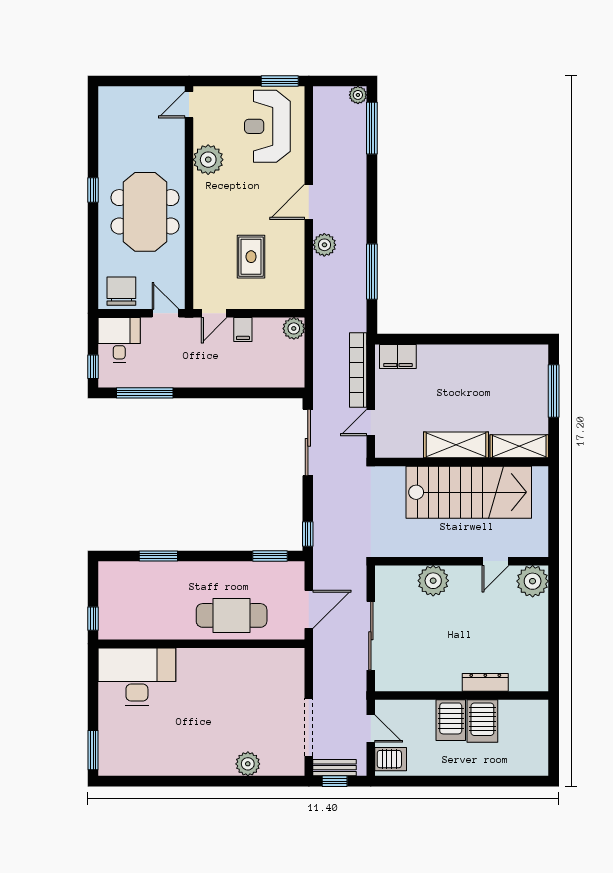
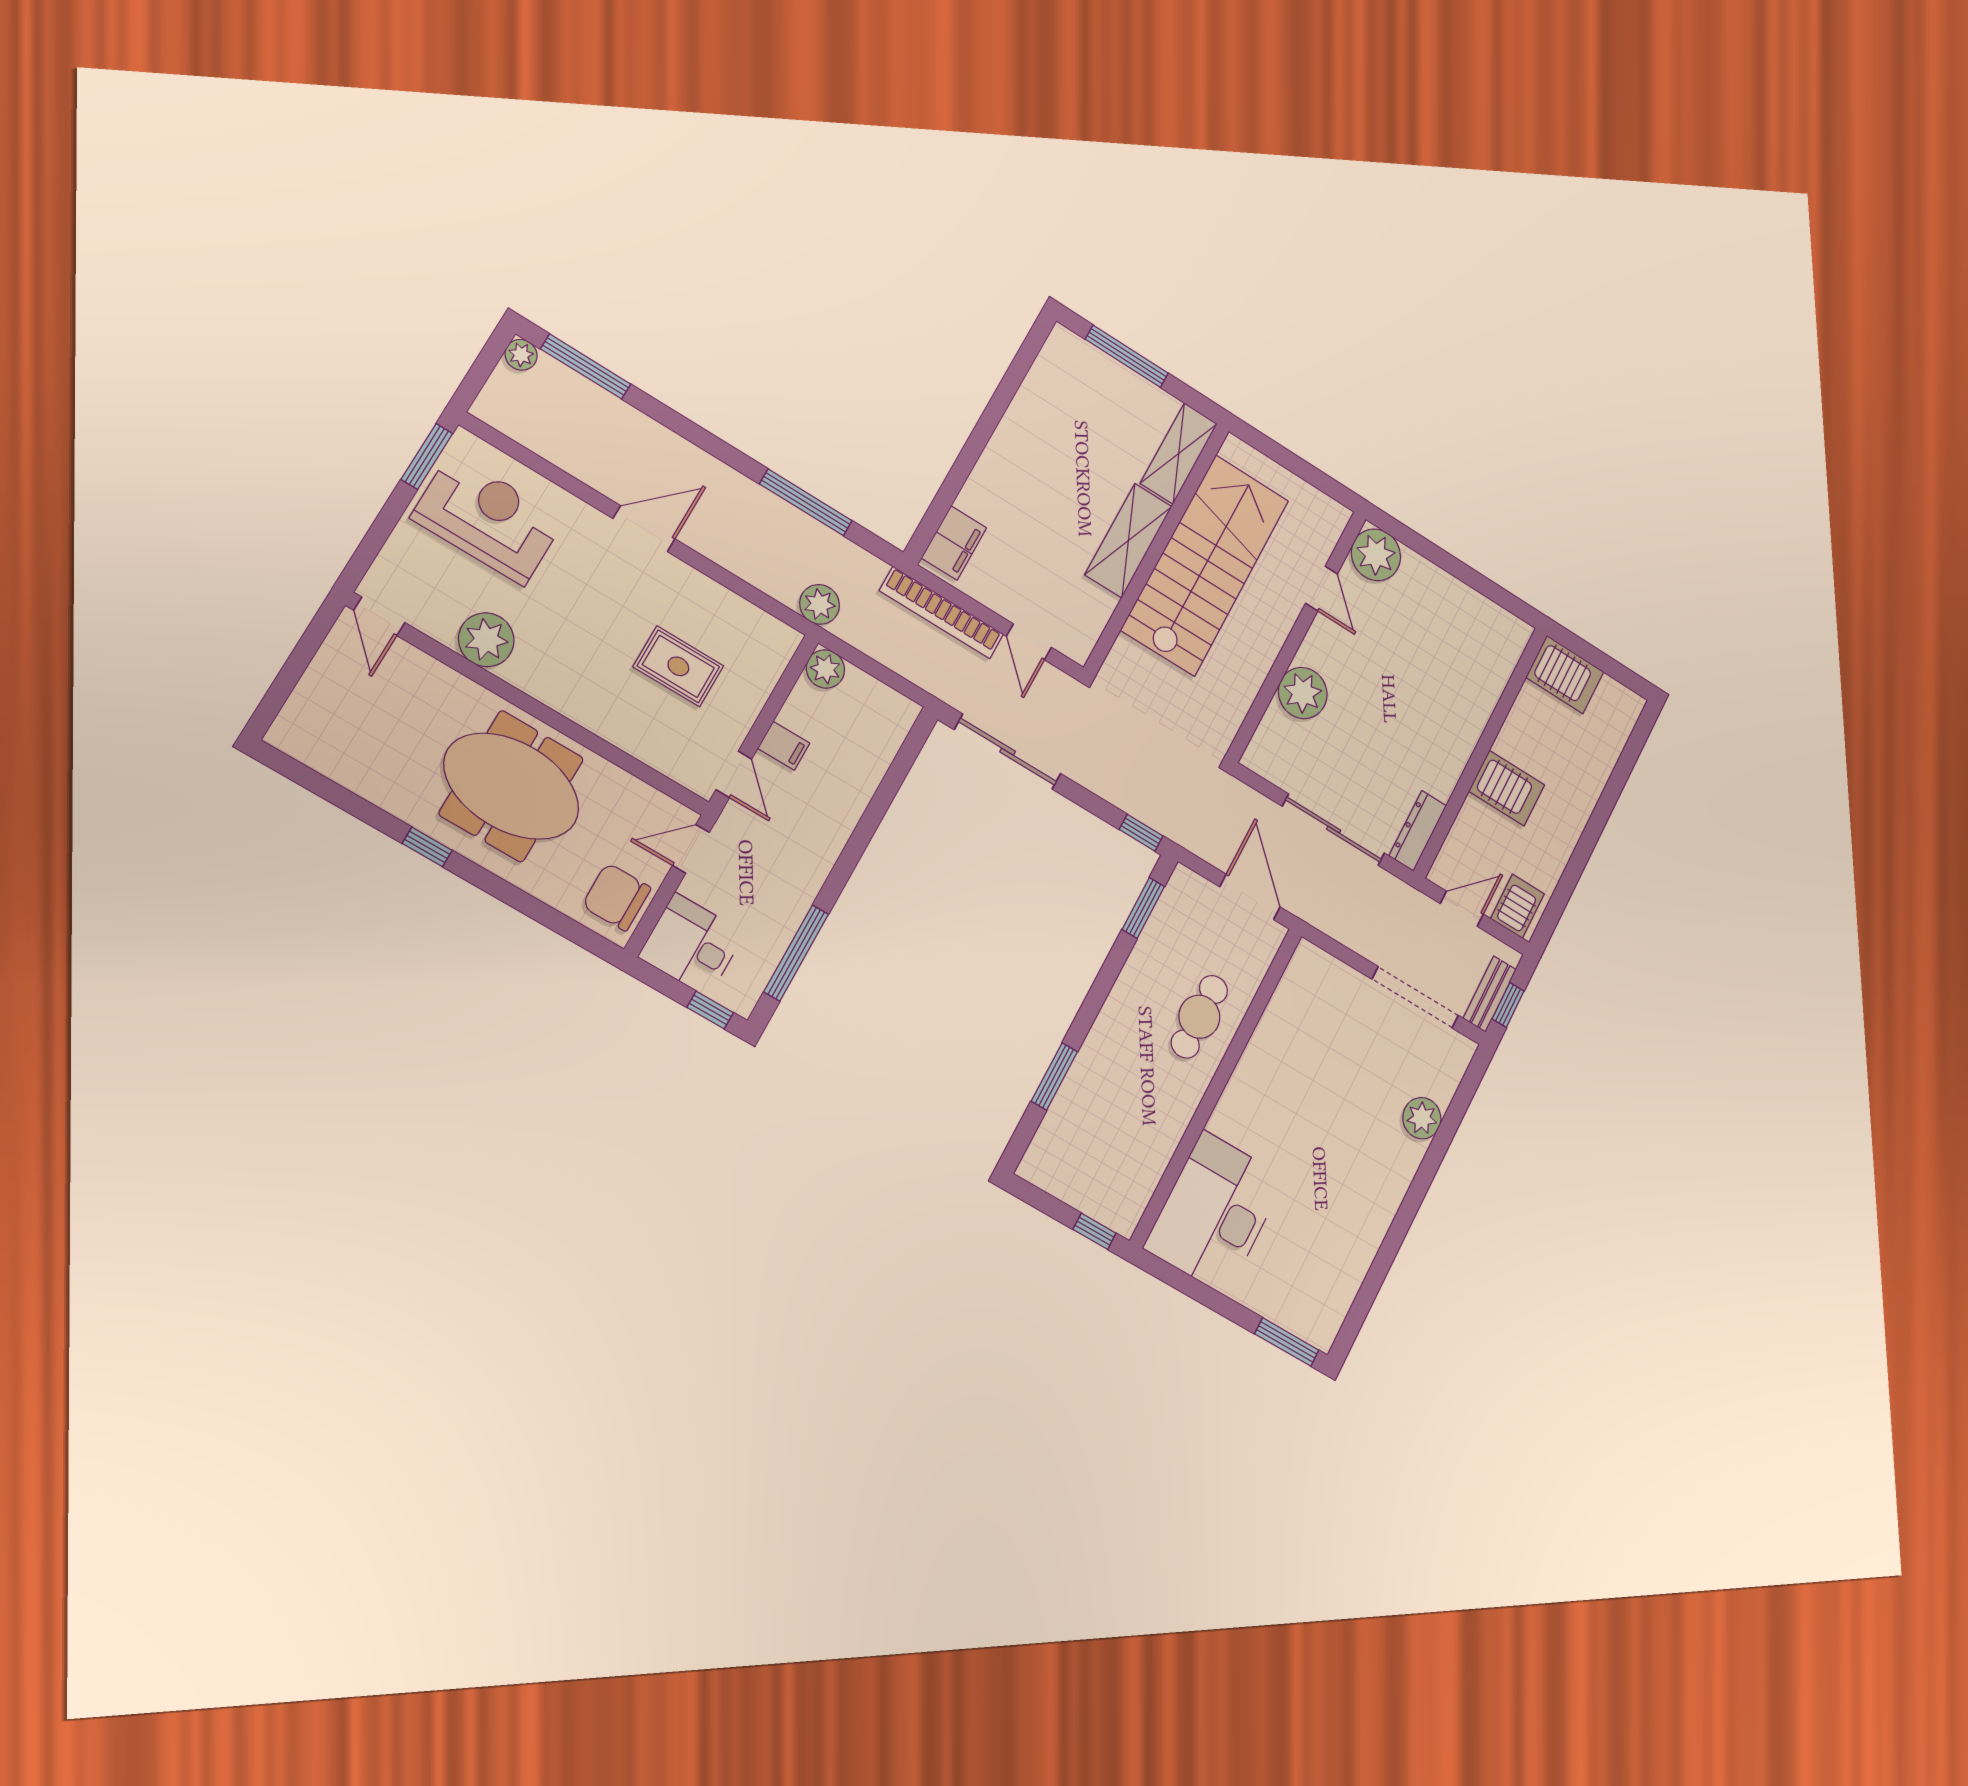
reception desk: (267, 126) -> (488, 519), turned 180
door: (309, 202) -> (644, 529), swing flipped
plant: (324, 245) -> (820, 604), moved
cafe table: (232, 615) -> (1199, 1017), width x0.73, depth x0.74
dresser: (485, 682) -> (1418, 831), moved
server rack: (482, 721) -> (1565, 675), moved

